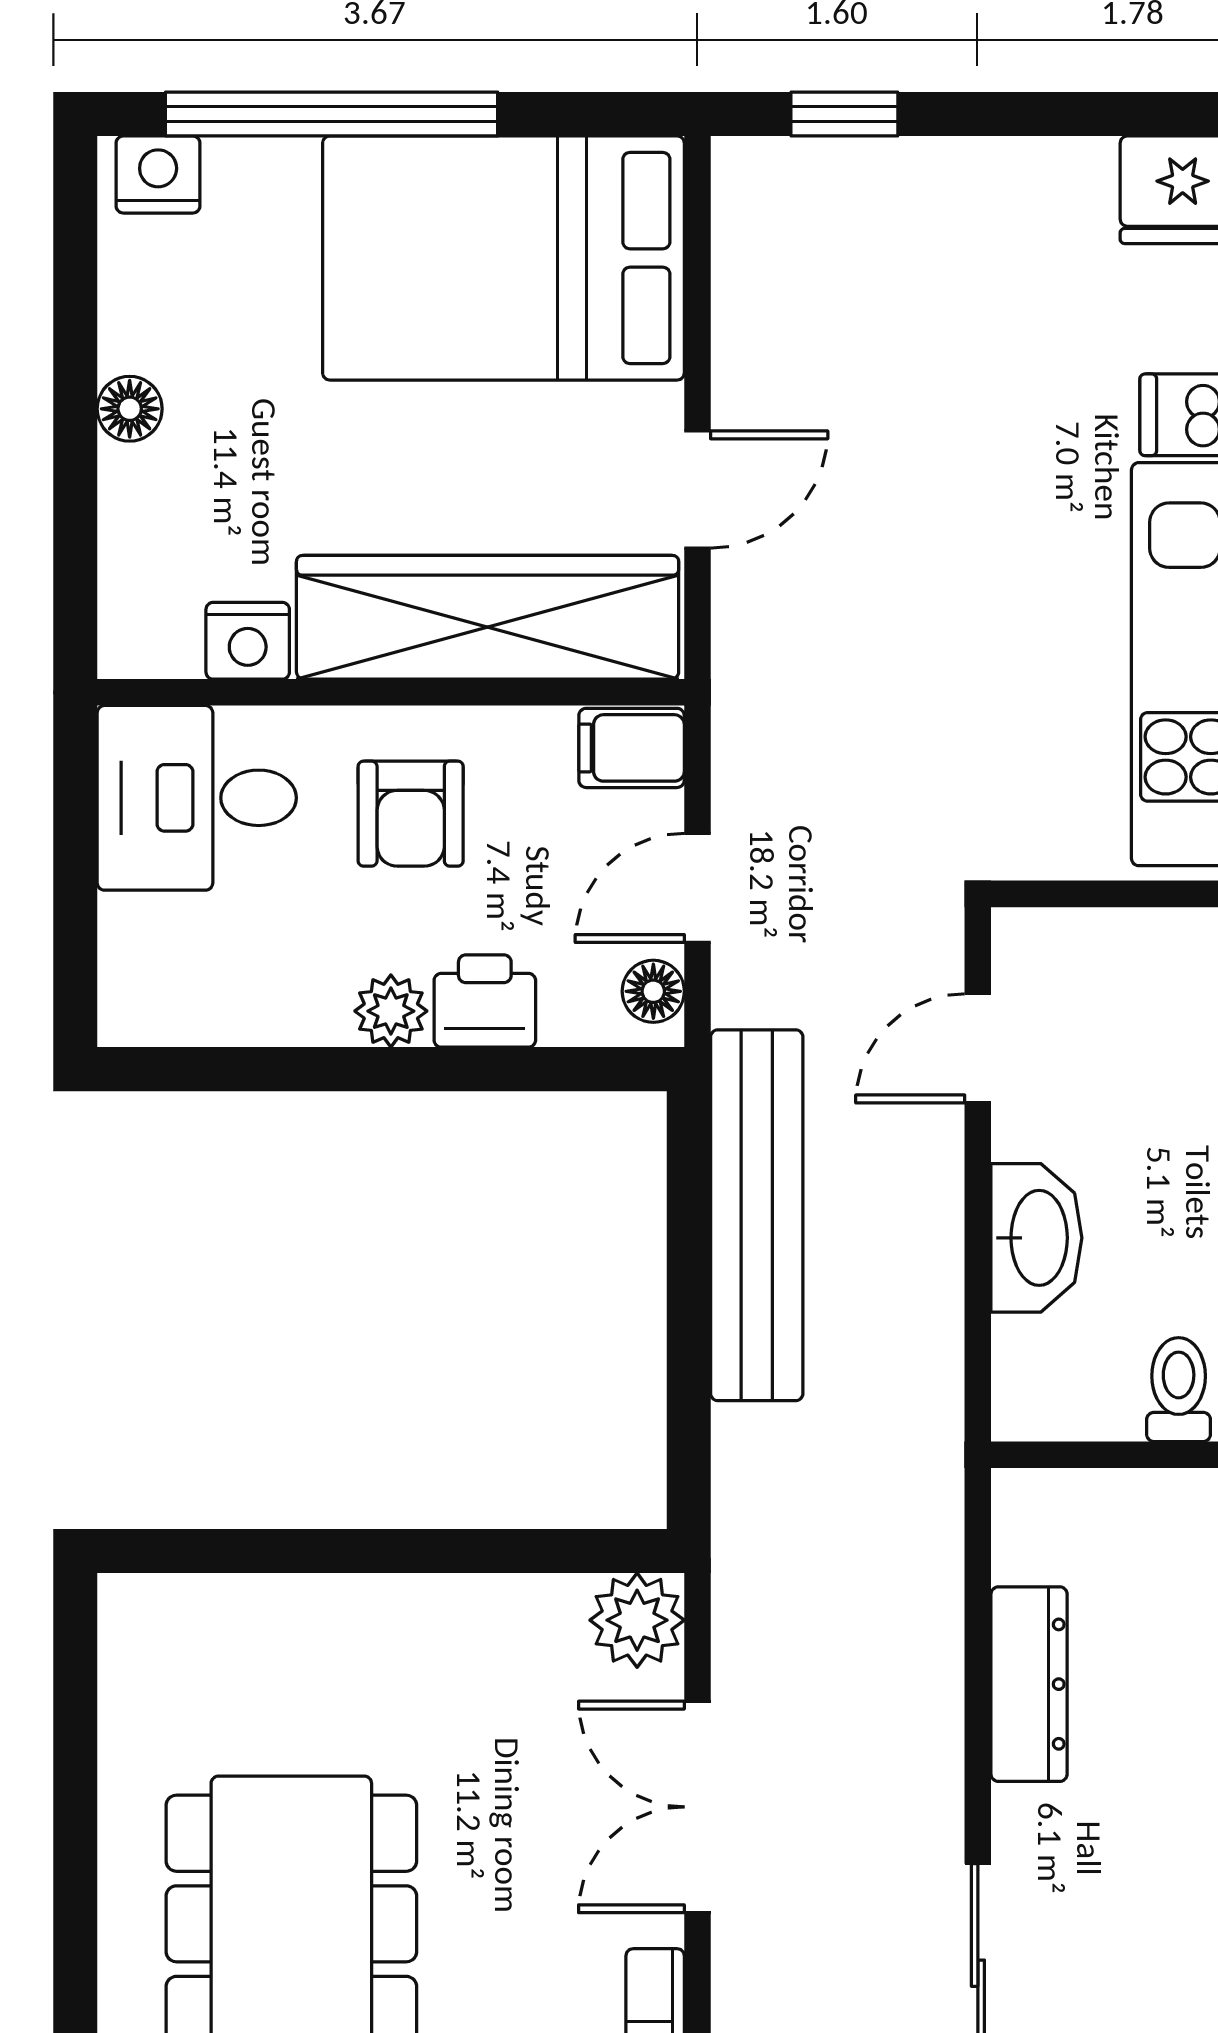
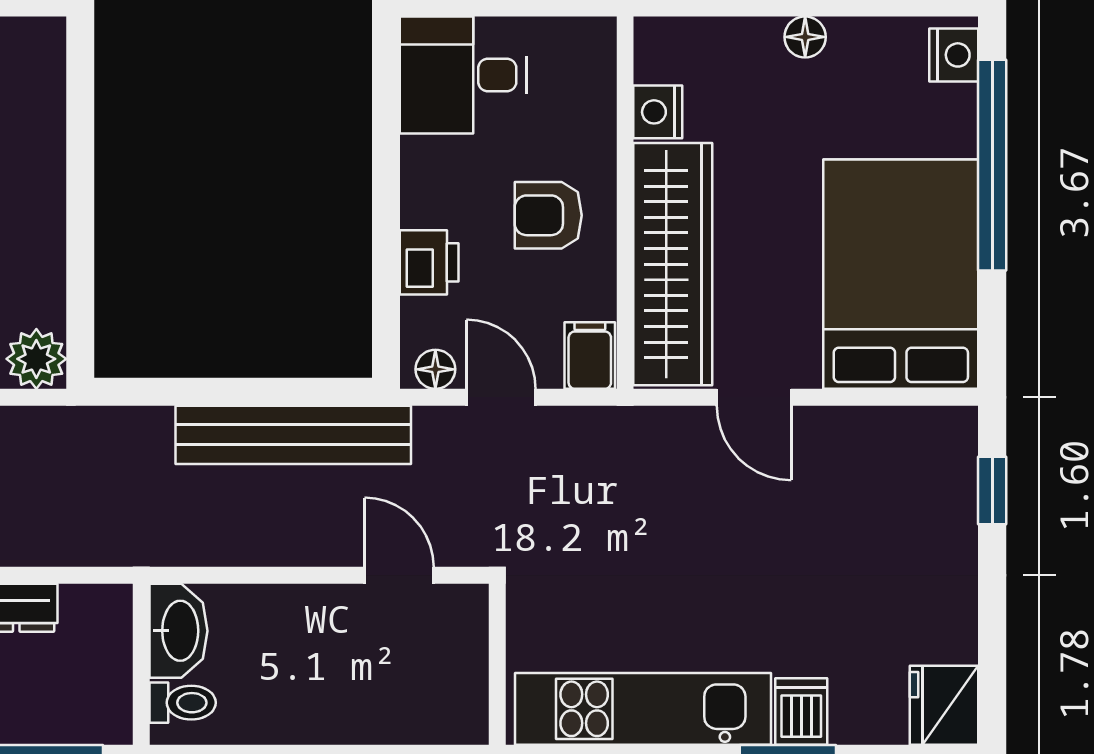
desk: (197, 798) -> (463, 75), moved, turned -90
plant: (391, 1011) -> (423, 203), removed
washbasin: (1036, 1238) -> (179, 631), moved, turned -90

